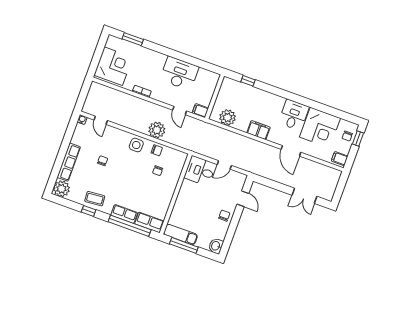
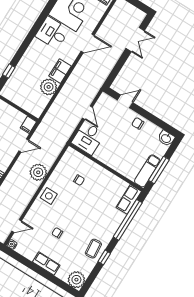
plant: (228, 117) -> (49, 87), moved
chair: (157, 150) -> (58, 177), removed
row of seats: (69, 162) -> (46, 264), width x0.68
row of seats: (124, 214) -> (115, 223), removed

